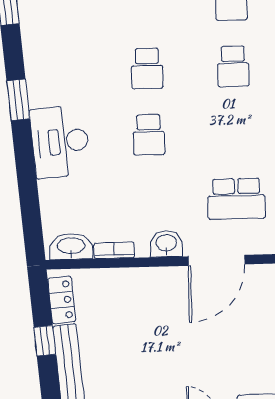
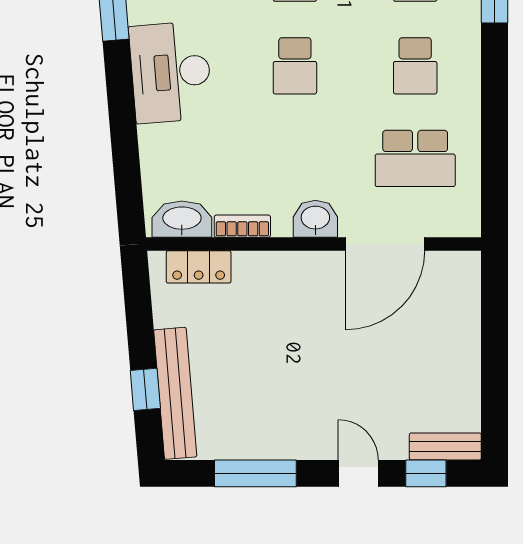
school desk: (235, 133) -> (415, 66), added
locker: (62, 300) -> (199, 267), moved, turned 95
window: (45, 341) -> (145, 389), moved

